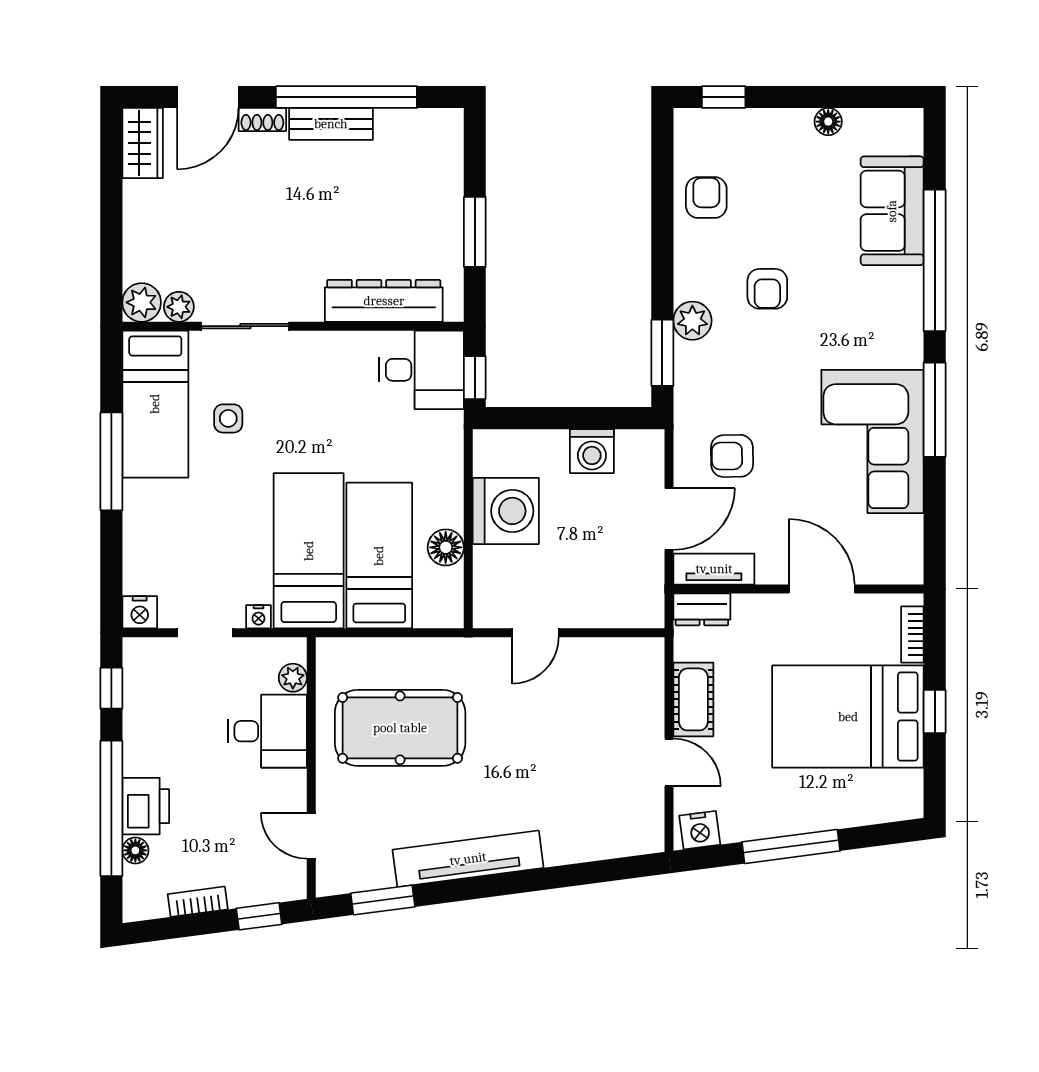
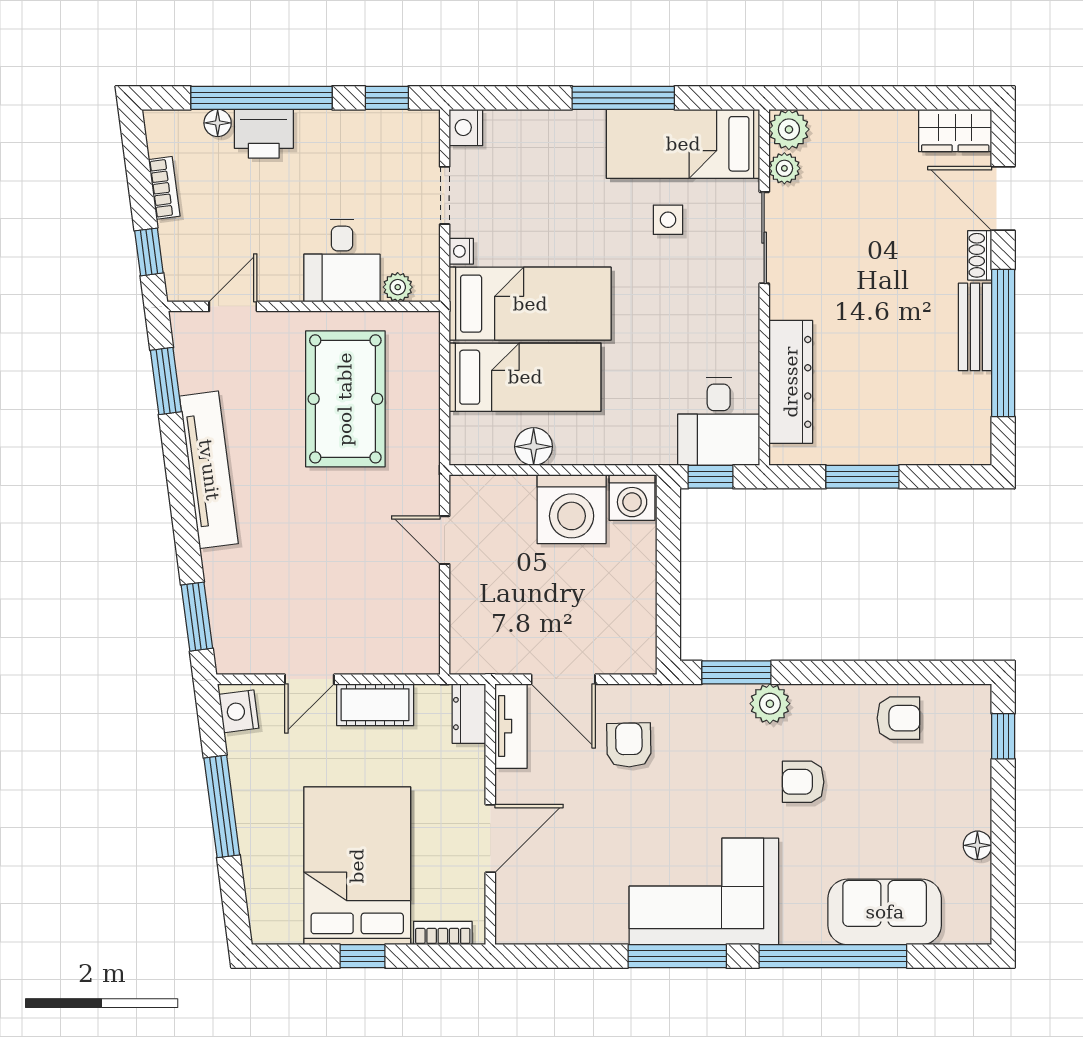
corner sofa: (872, 441) -> (704, 891), moved
washing machine: (592, 451) -> (632, 497), moved, turned -90
window: (609, 870) -> (197, 617), added

